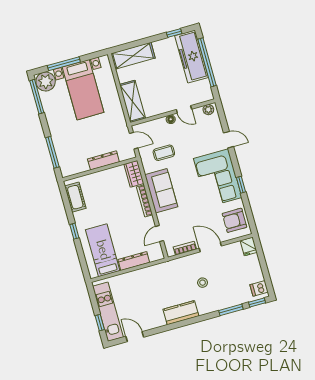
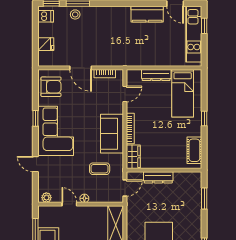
door: (134, 141) -> (125, 188), swing flipped
window: (52, 152) -> (204, 198), width x0.69
fridge: (249, 246) -> (46, 44), moved, turned 90
stool: (203, 283) -> (75, 14), moved
kitchen counter: (181, 313) -> (147, 14), moved

